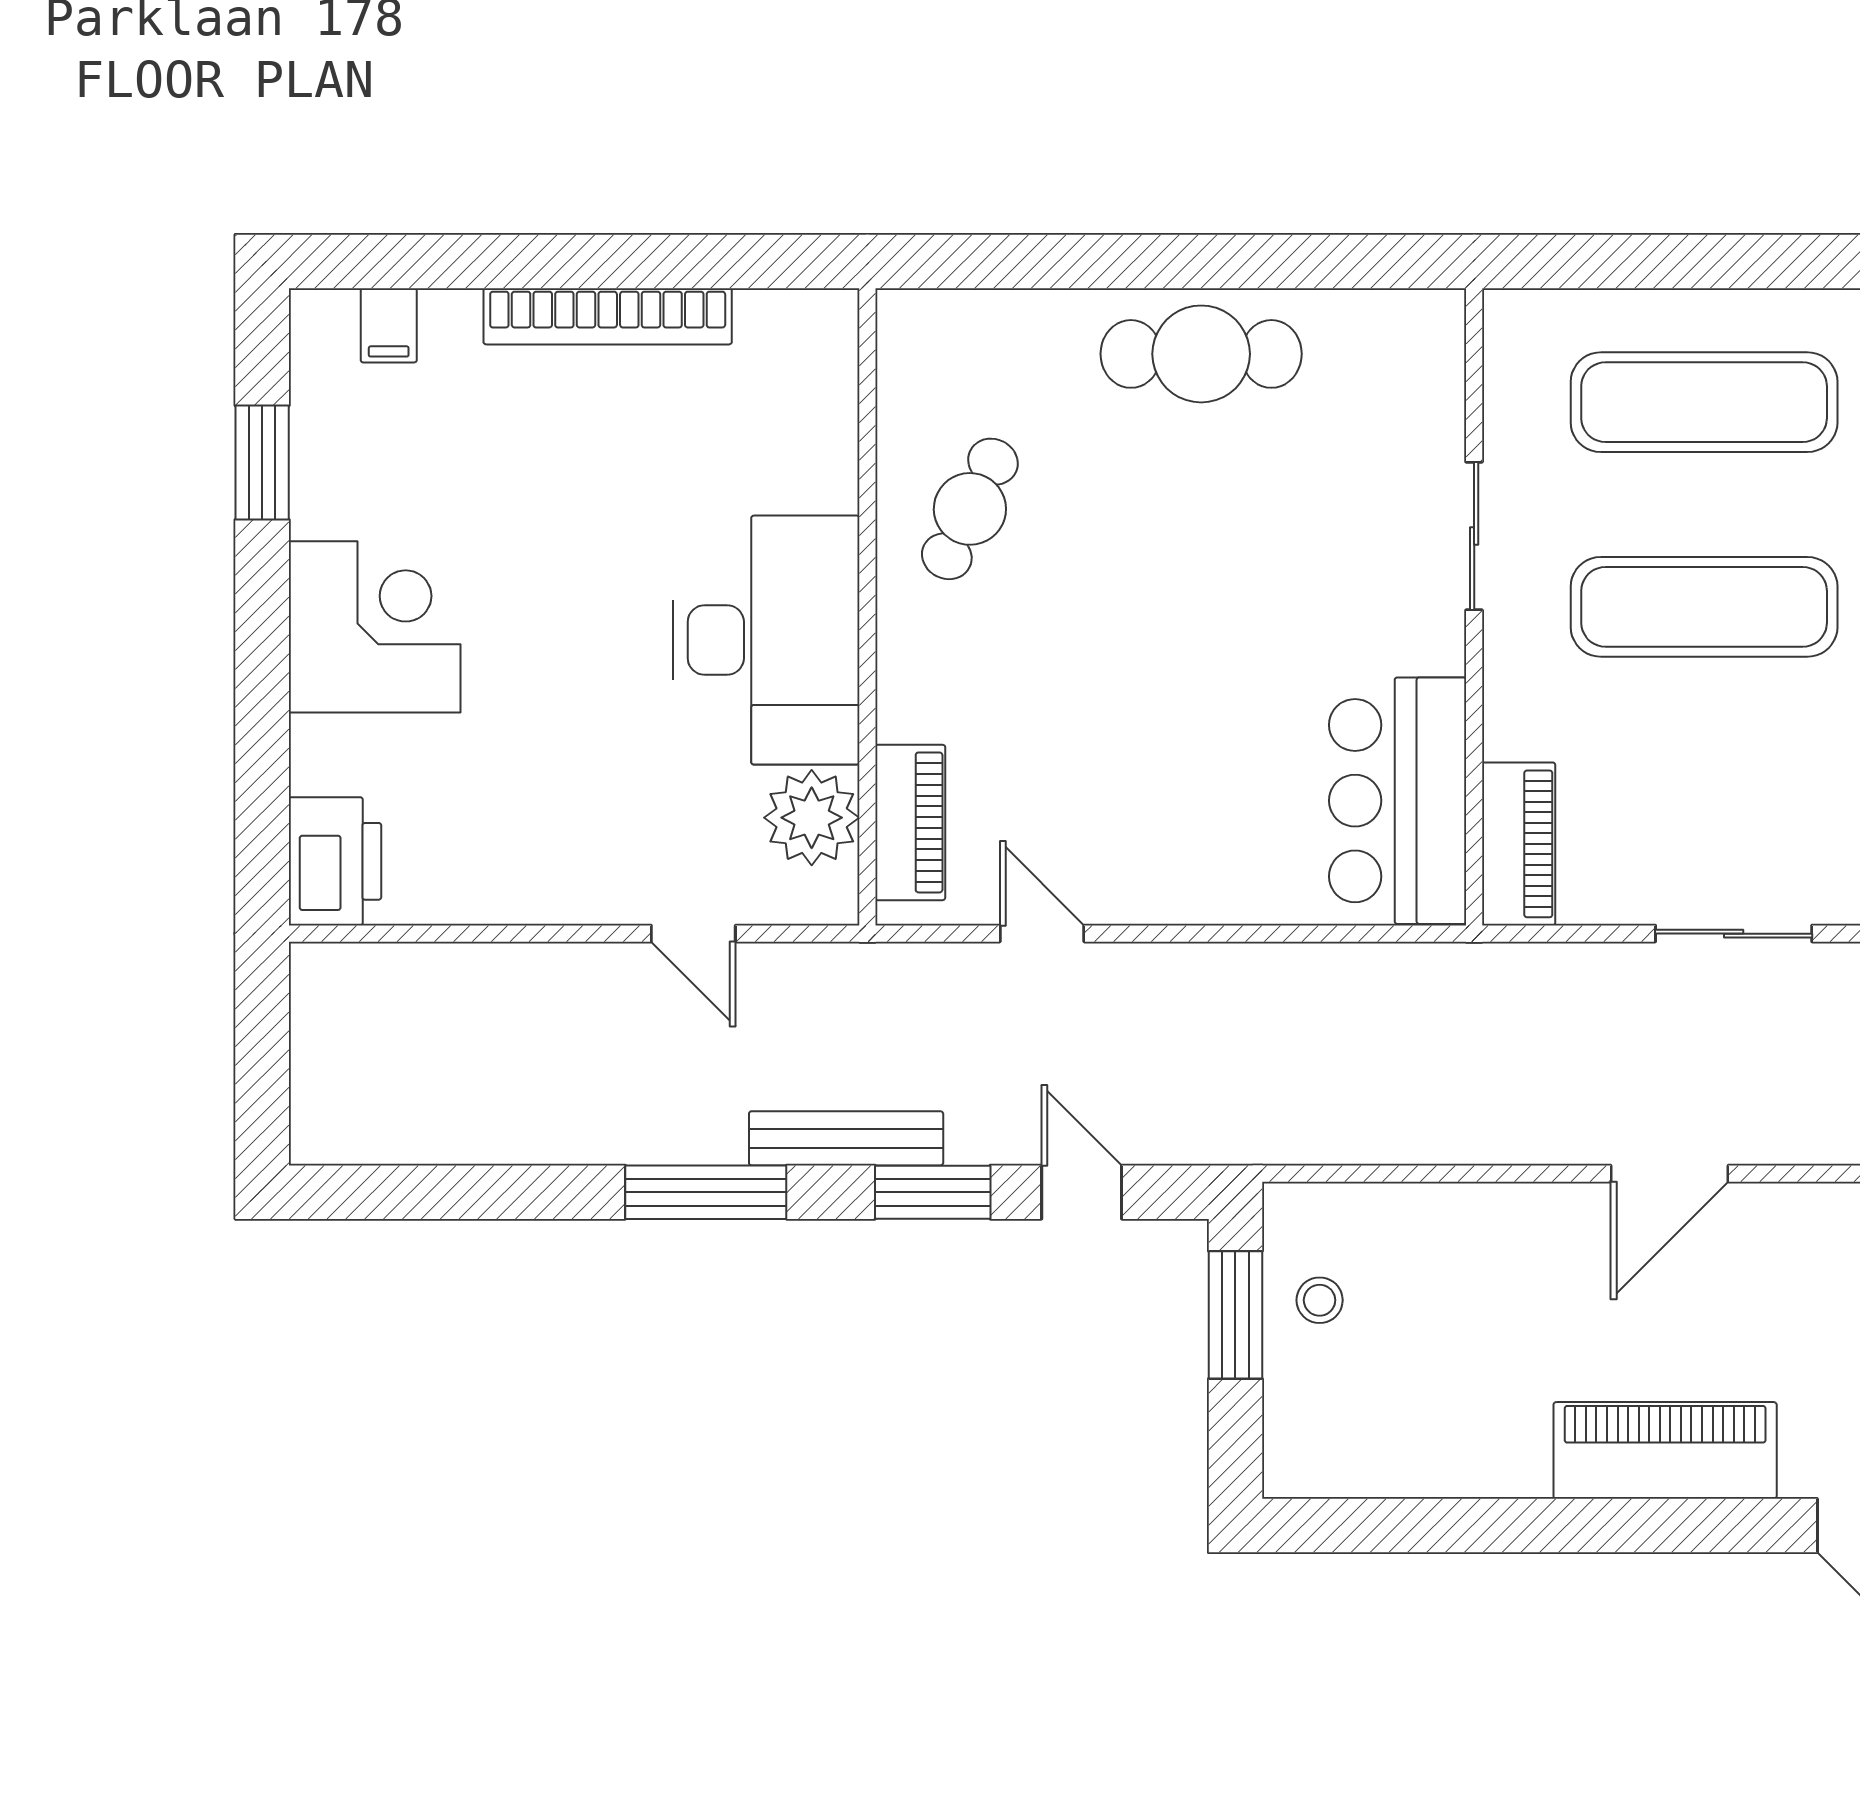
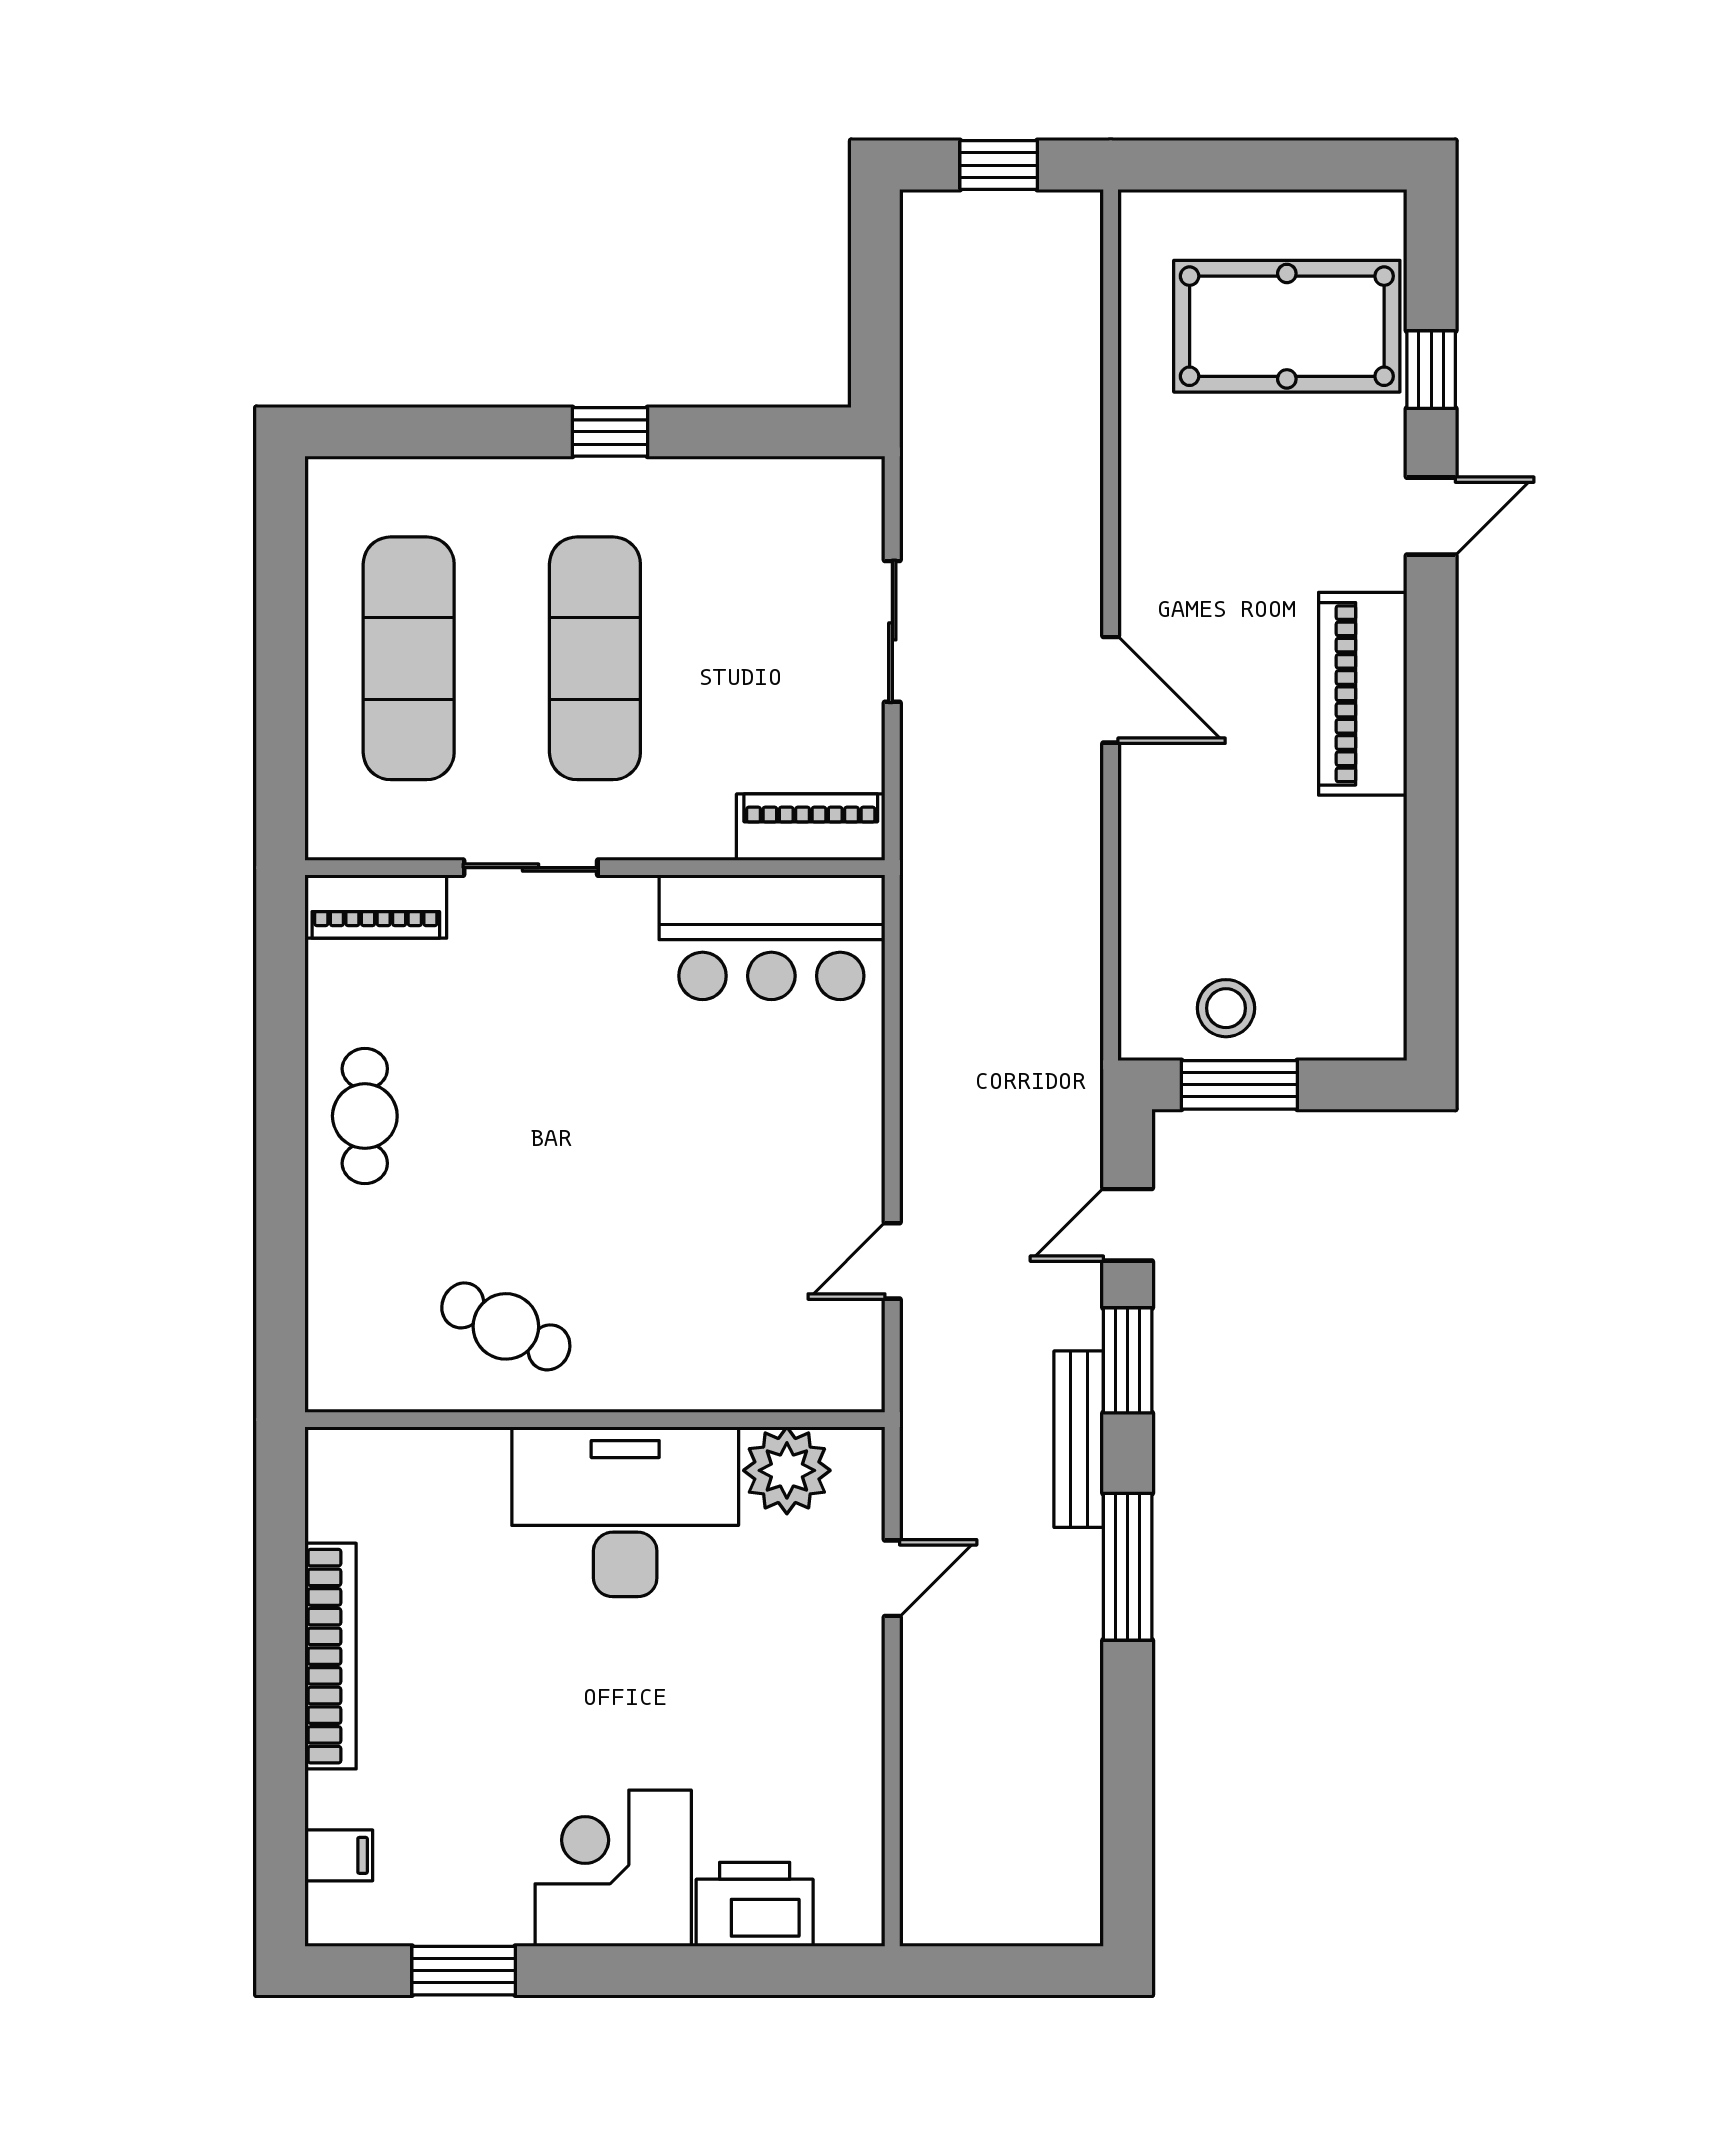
cafe table: (1201, 354) -> (365, 1116), width x0.73, depth x0.74
piano: (910, 822) -> (376, 907), moved, turned 180
printer: (335, 861) -> (755, 1904), moved
stool: (1320, 1300) -> (1226, 1008), width x1.37, depth x1.37

